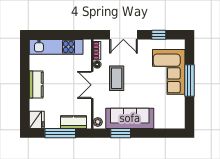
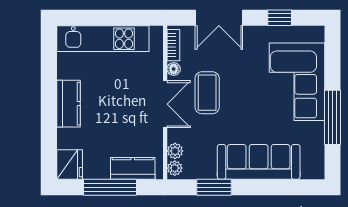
window: (189, 80) -> (333, 117), moved
double door: (92, 85) -> (165, 104), swing flipped
plant: (98, 112) -> (175, 151), added
sofa: (130, 118) -> (259, 162), moved

